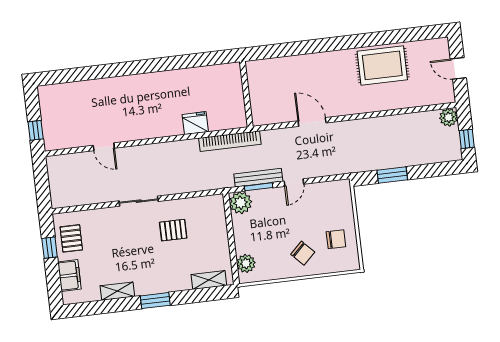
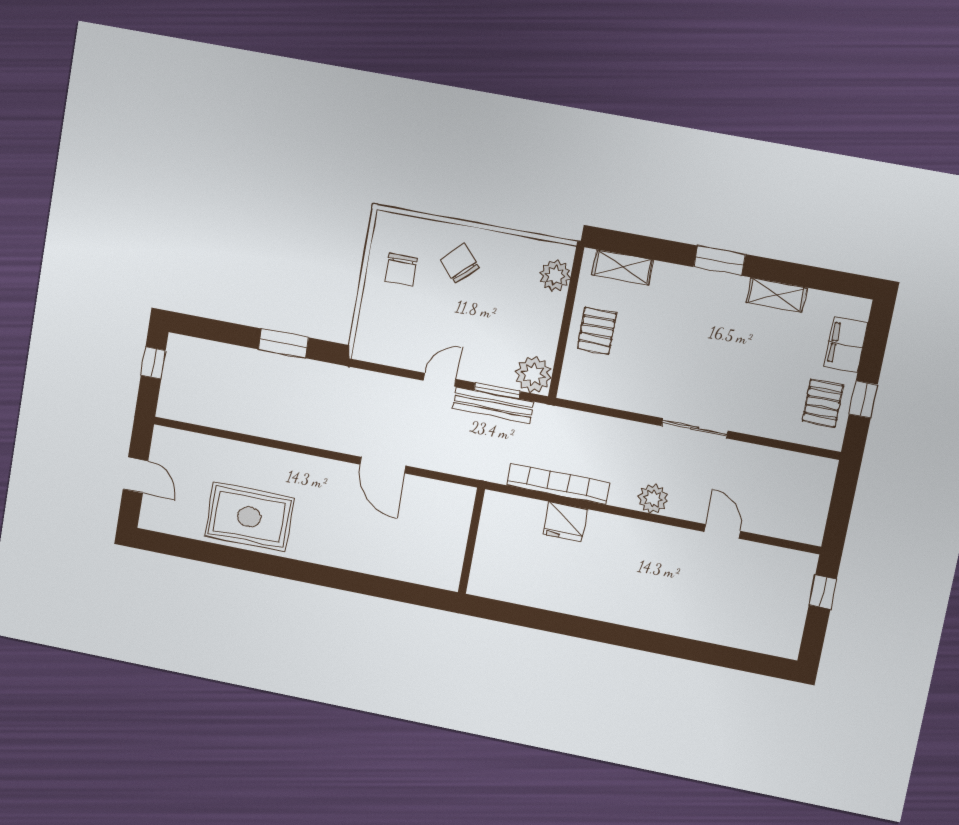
plant: (448, 117) -> (653, 499), moved
bookcase: (230, 141) -> (558, 484), moved
pallet: (173, 230) -> (597, 331), moved, turned 90
chair: (336, 239) -> (401, 270), turned -90

